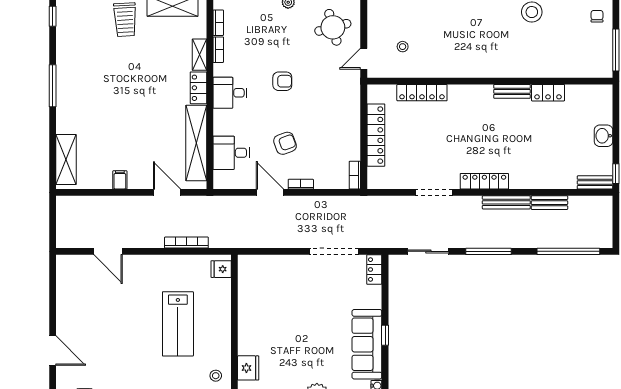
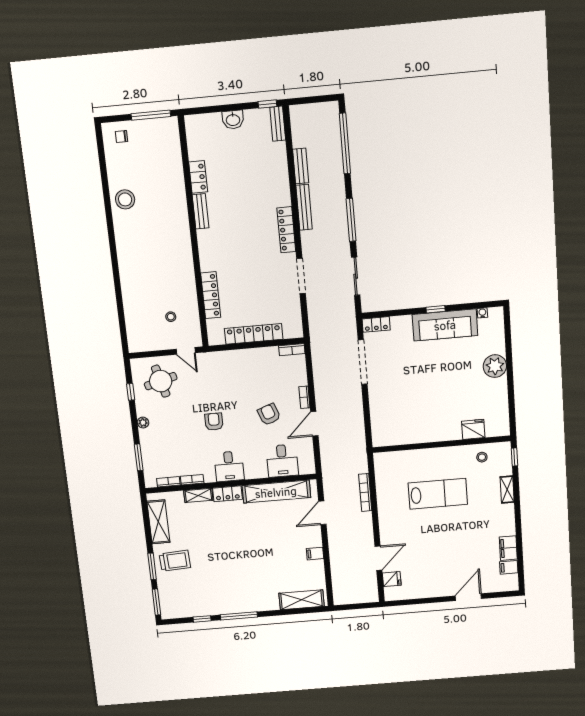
window: (53, 16) -> (202, 619), moved
fridge: (221, 269) -> (392, 579), moved, turned -90

